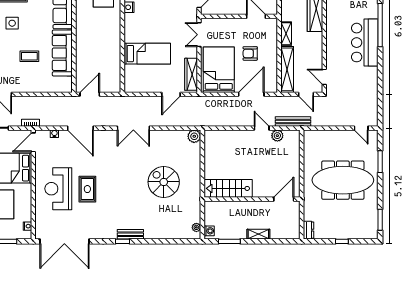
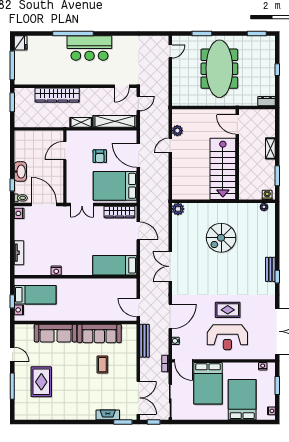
side table: (12, 23) -> (71, 381), removed
bed: (147, 54) -> (115, 265), moved, turned -90
bench: (293, 121) -> (145, 341), moved
double door: (133, 128) -> (170, 266), swing flipped
stairs: (228, 188) -> (223, 169), width x1.36, depth x1.51

